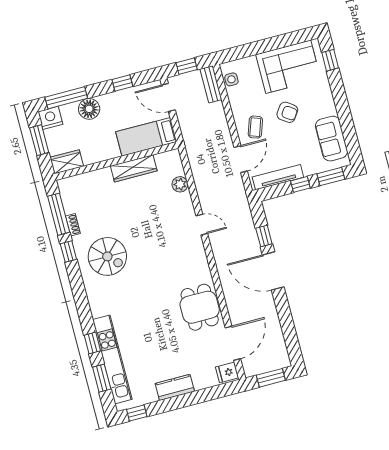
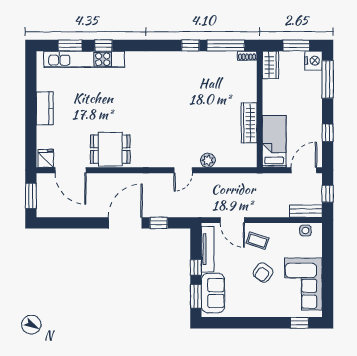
floor lamp: (89, 109) -> (312, 97), removed
sofa: (331, 139) -> (213, 293), moved, turned 90
plant: (180, 184) -> (208, 160), moved
shoe rack: (73, 225) -> (247, 56), moved
spiral stairs: (107, 256) -> (177, 79), removed
window: (137, 413) -> (31, 69), removed

